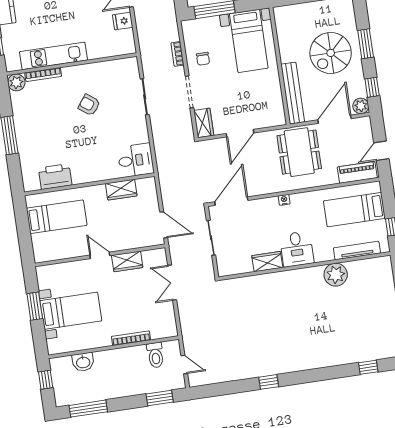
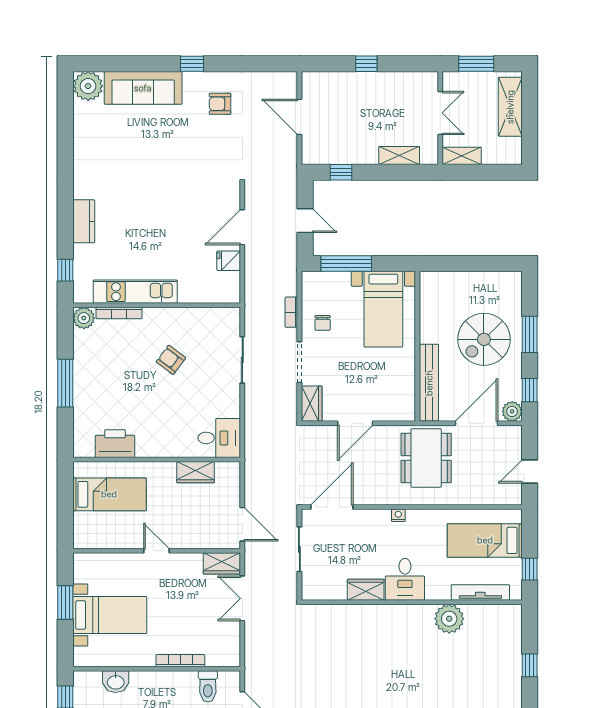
piano: (357, 172) -> (495, 494), removed
wardrobe: (127, 261) -> (222, 563), moved

